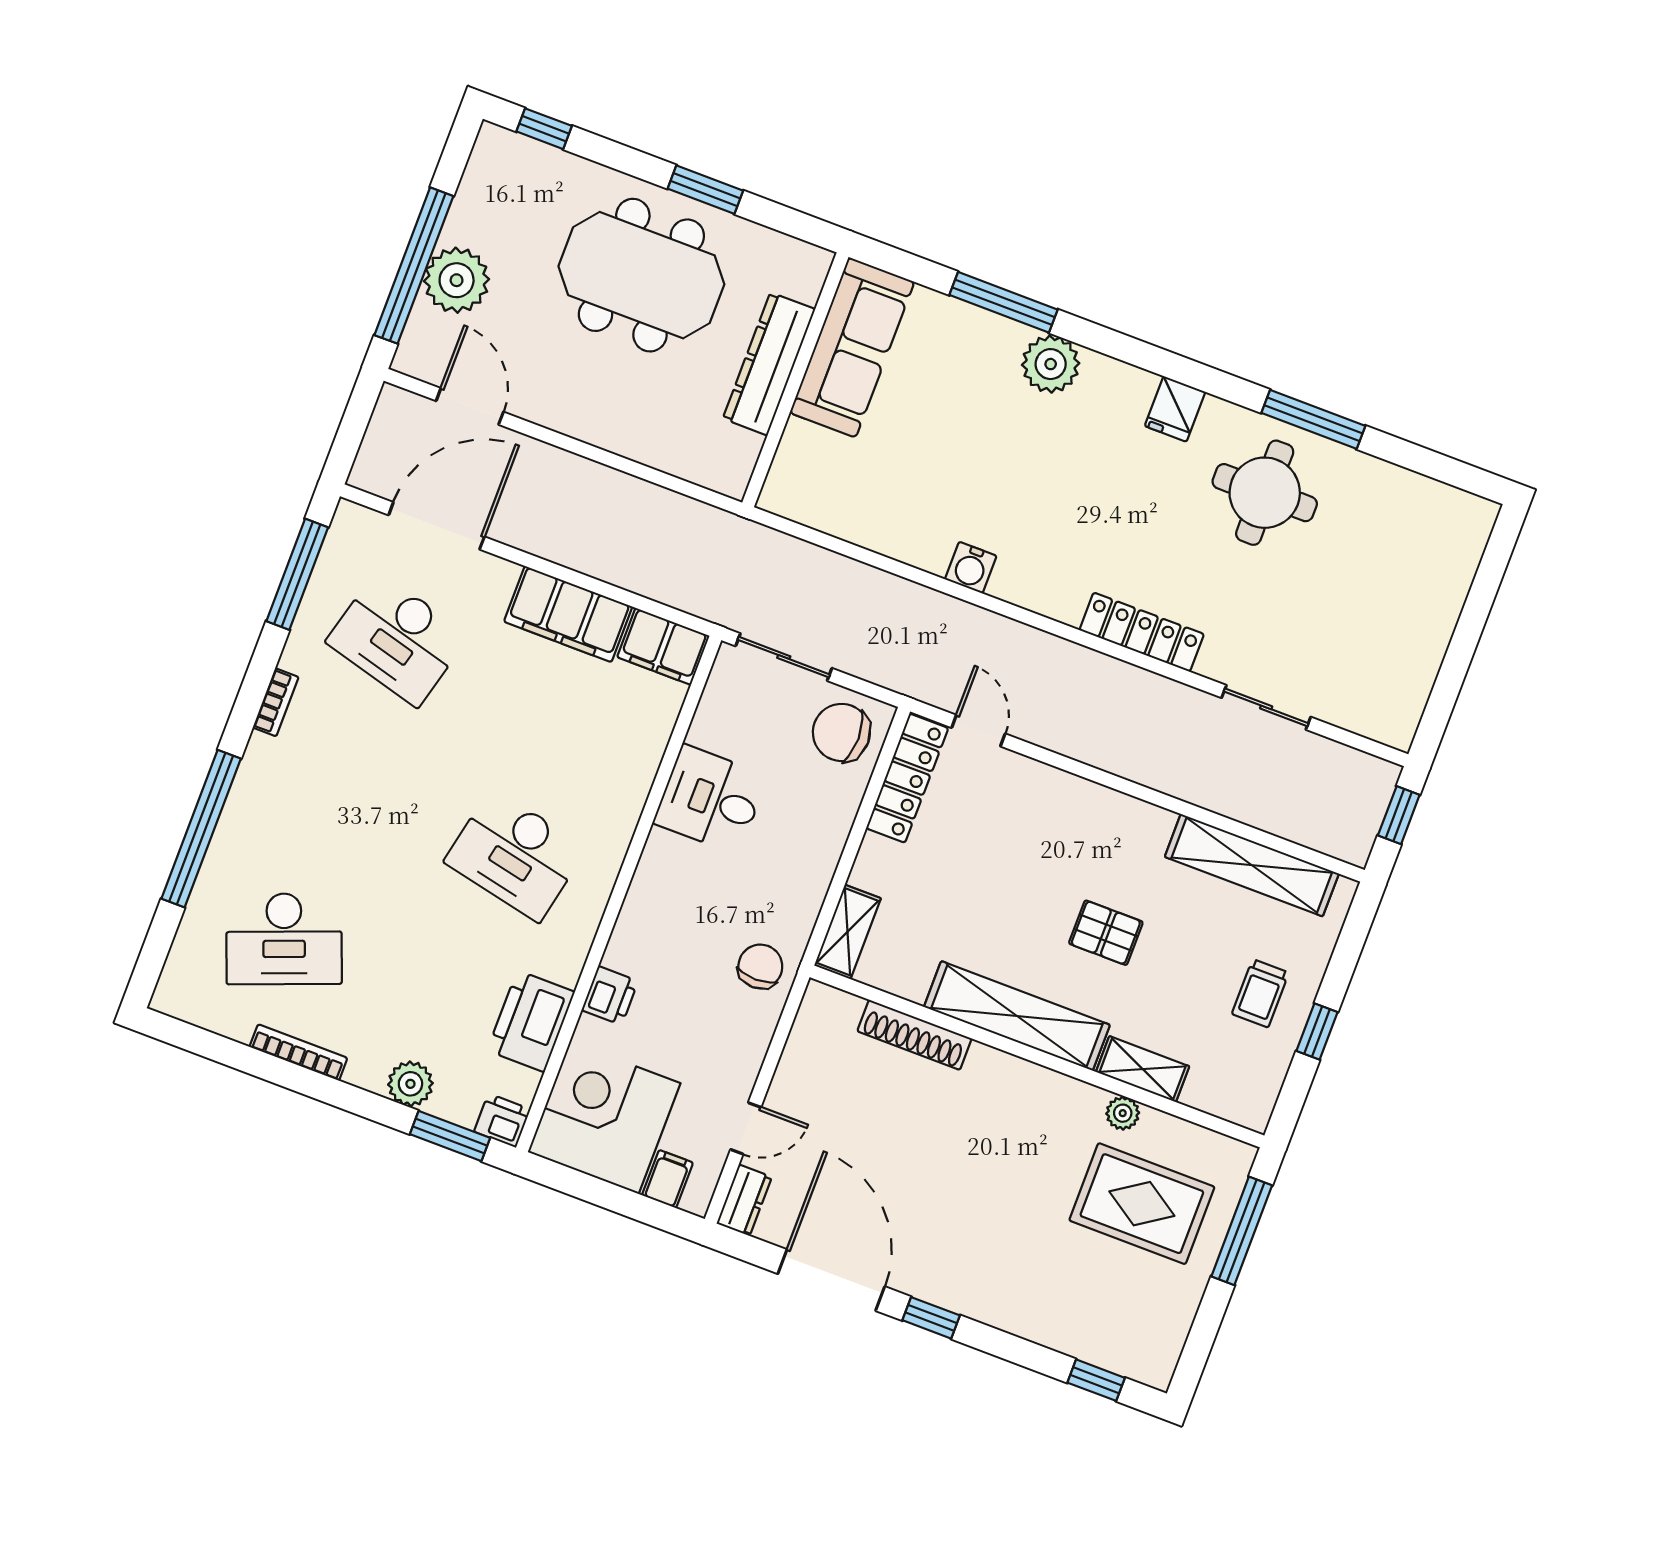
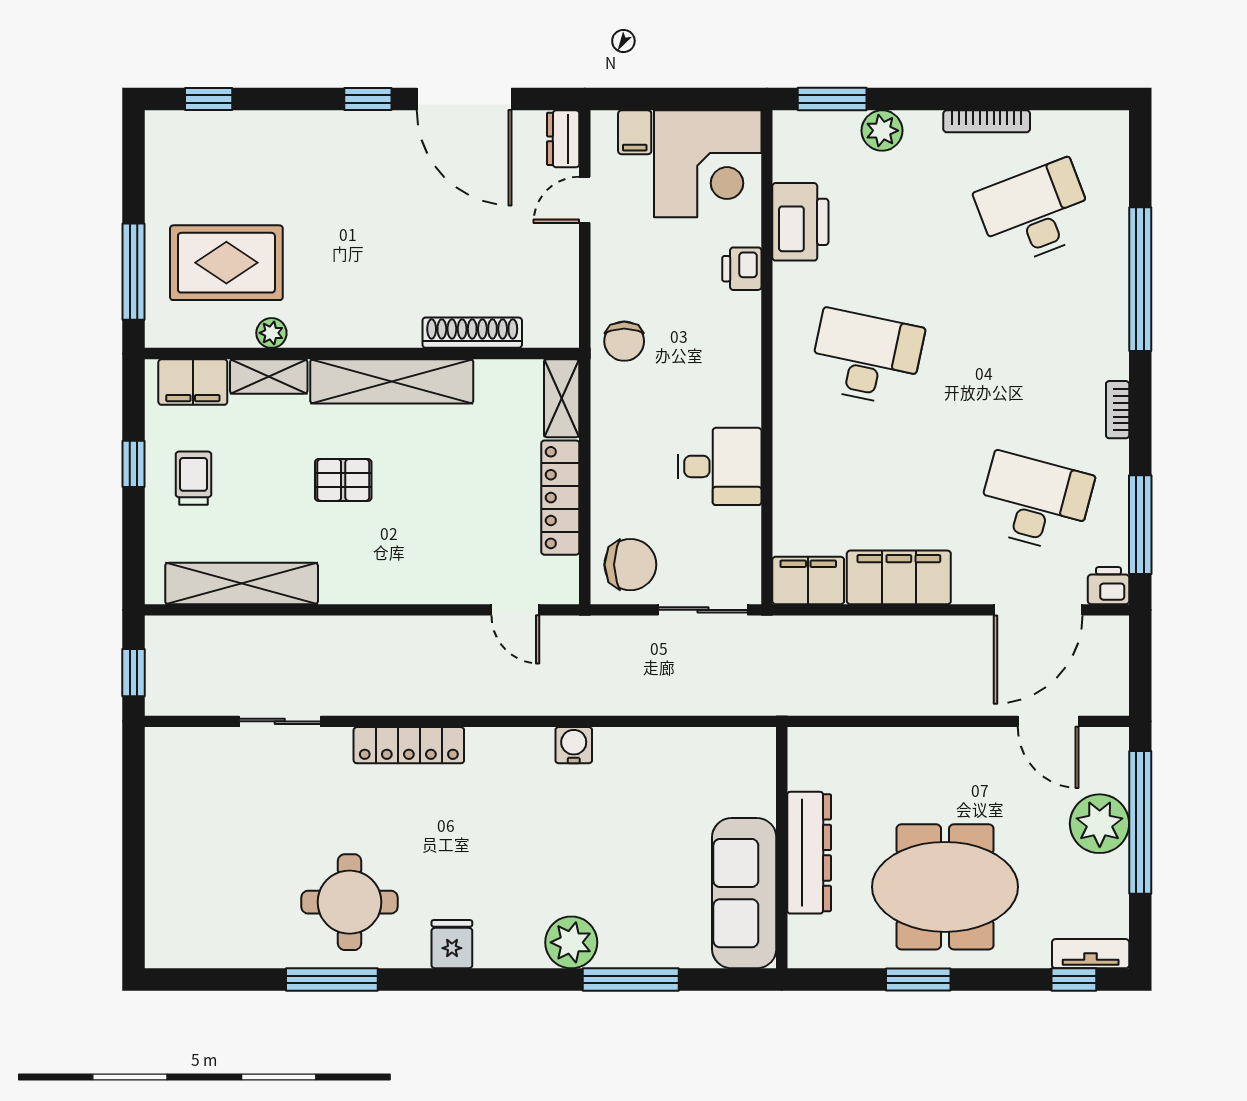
tv unit: (517, 149) -> (1091, 954), added
locker: (907, 778) -> (560, 498), moved
filing cabinet: (1223, 1093) -> (193, 382), added
printer: (502, 1120) -> (1109, 586), moved, turned 180

